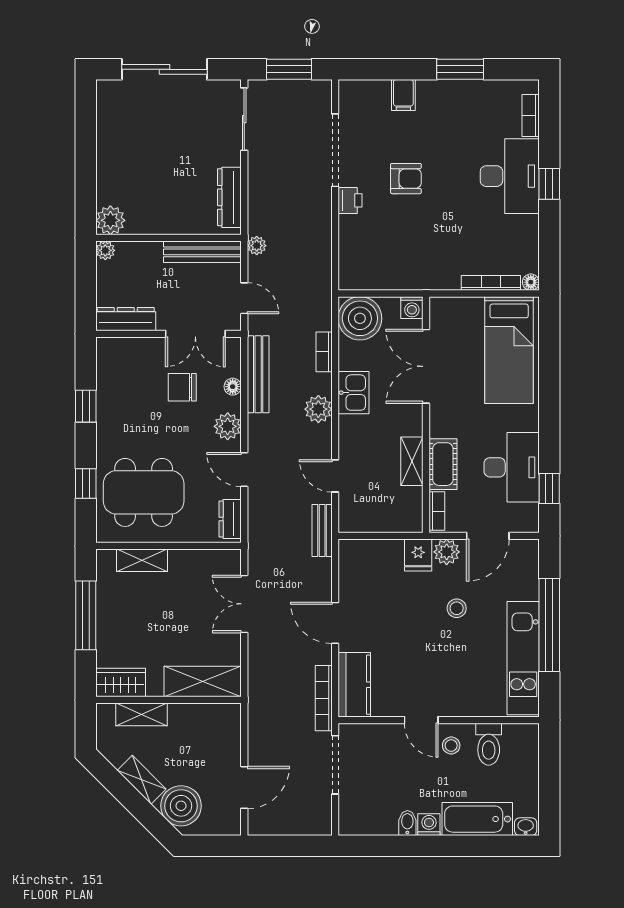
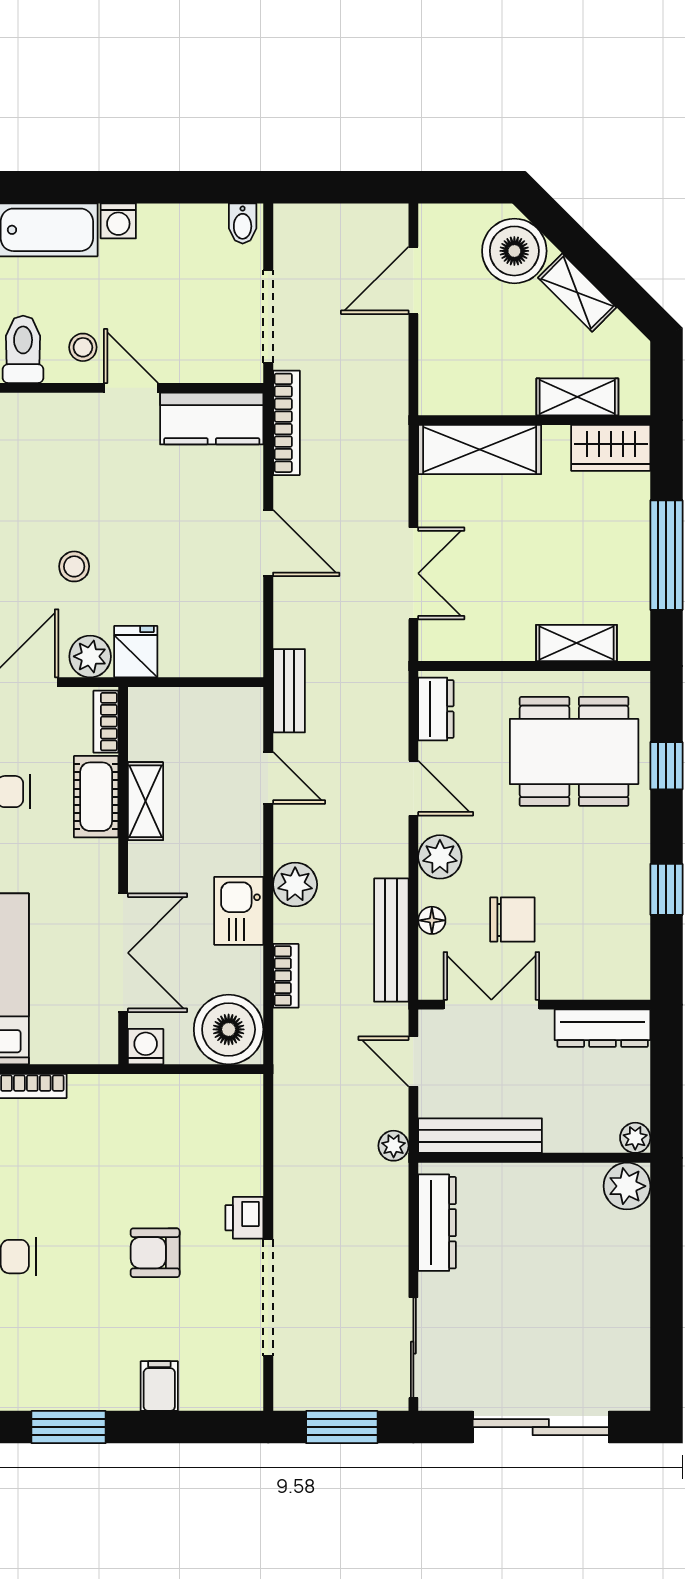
kitchen counter: (354, 685) -> (212, 419), moved, turned -90
bidet: (407, 823) -> (243, 223), moved

